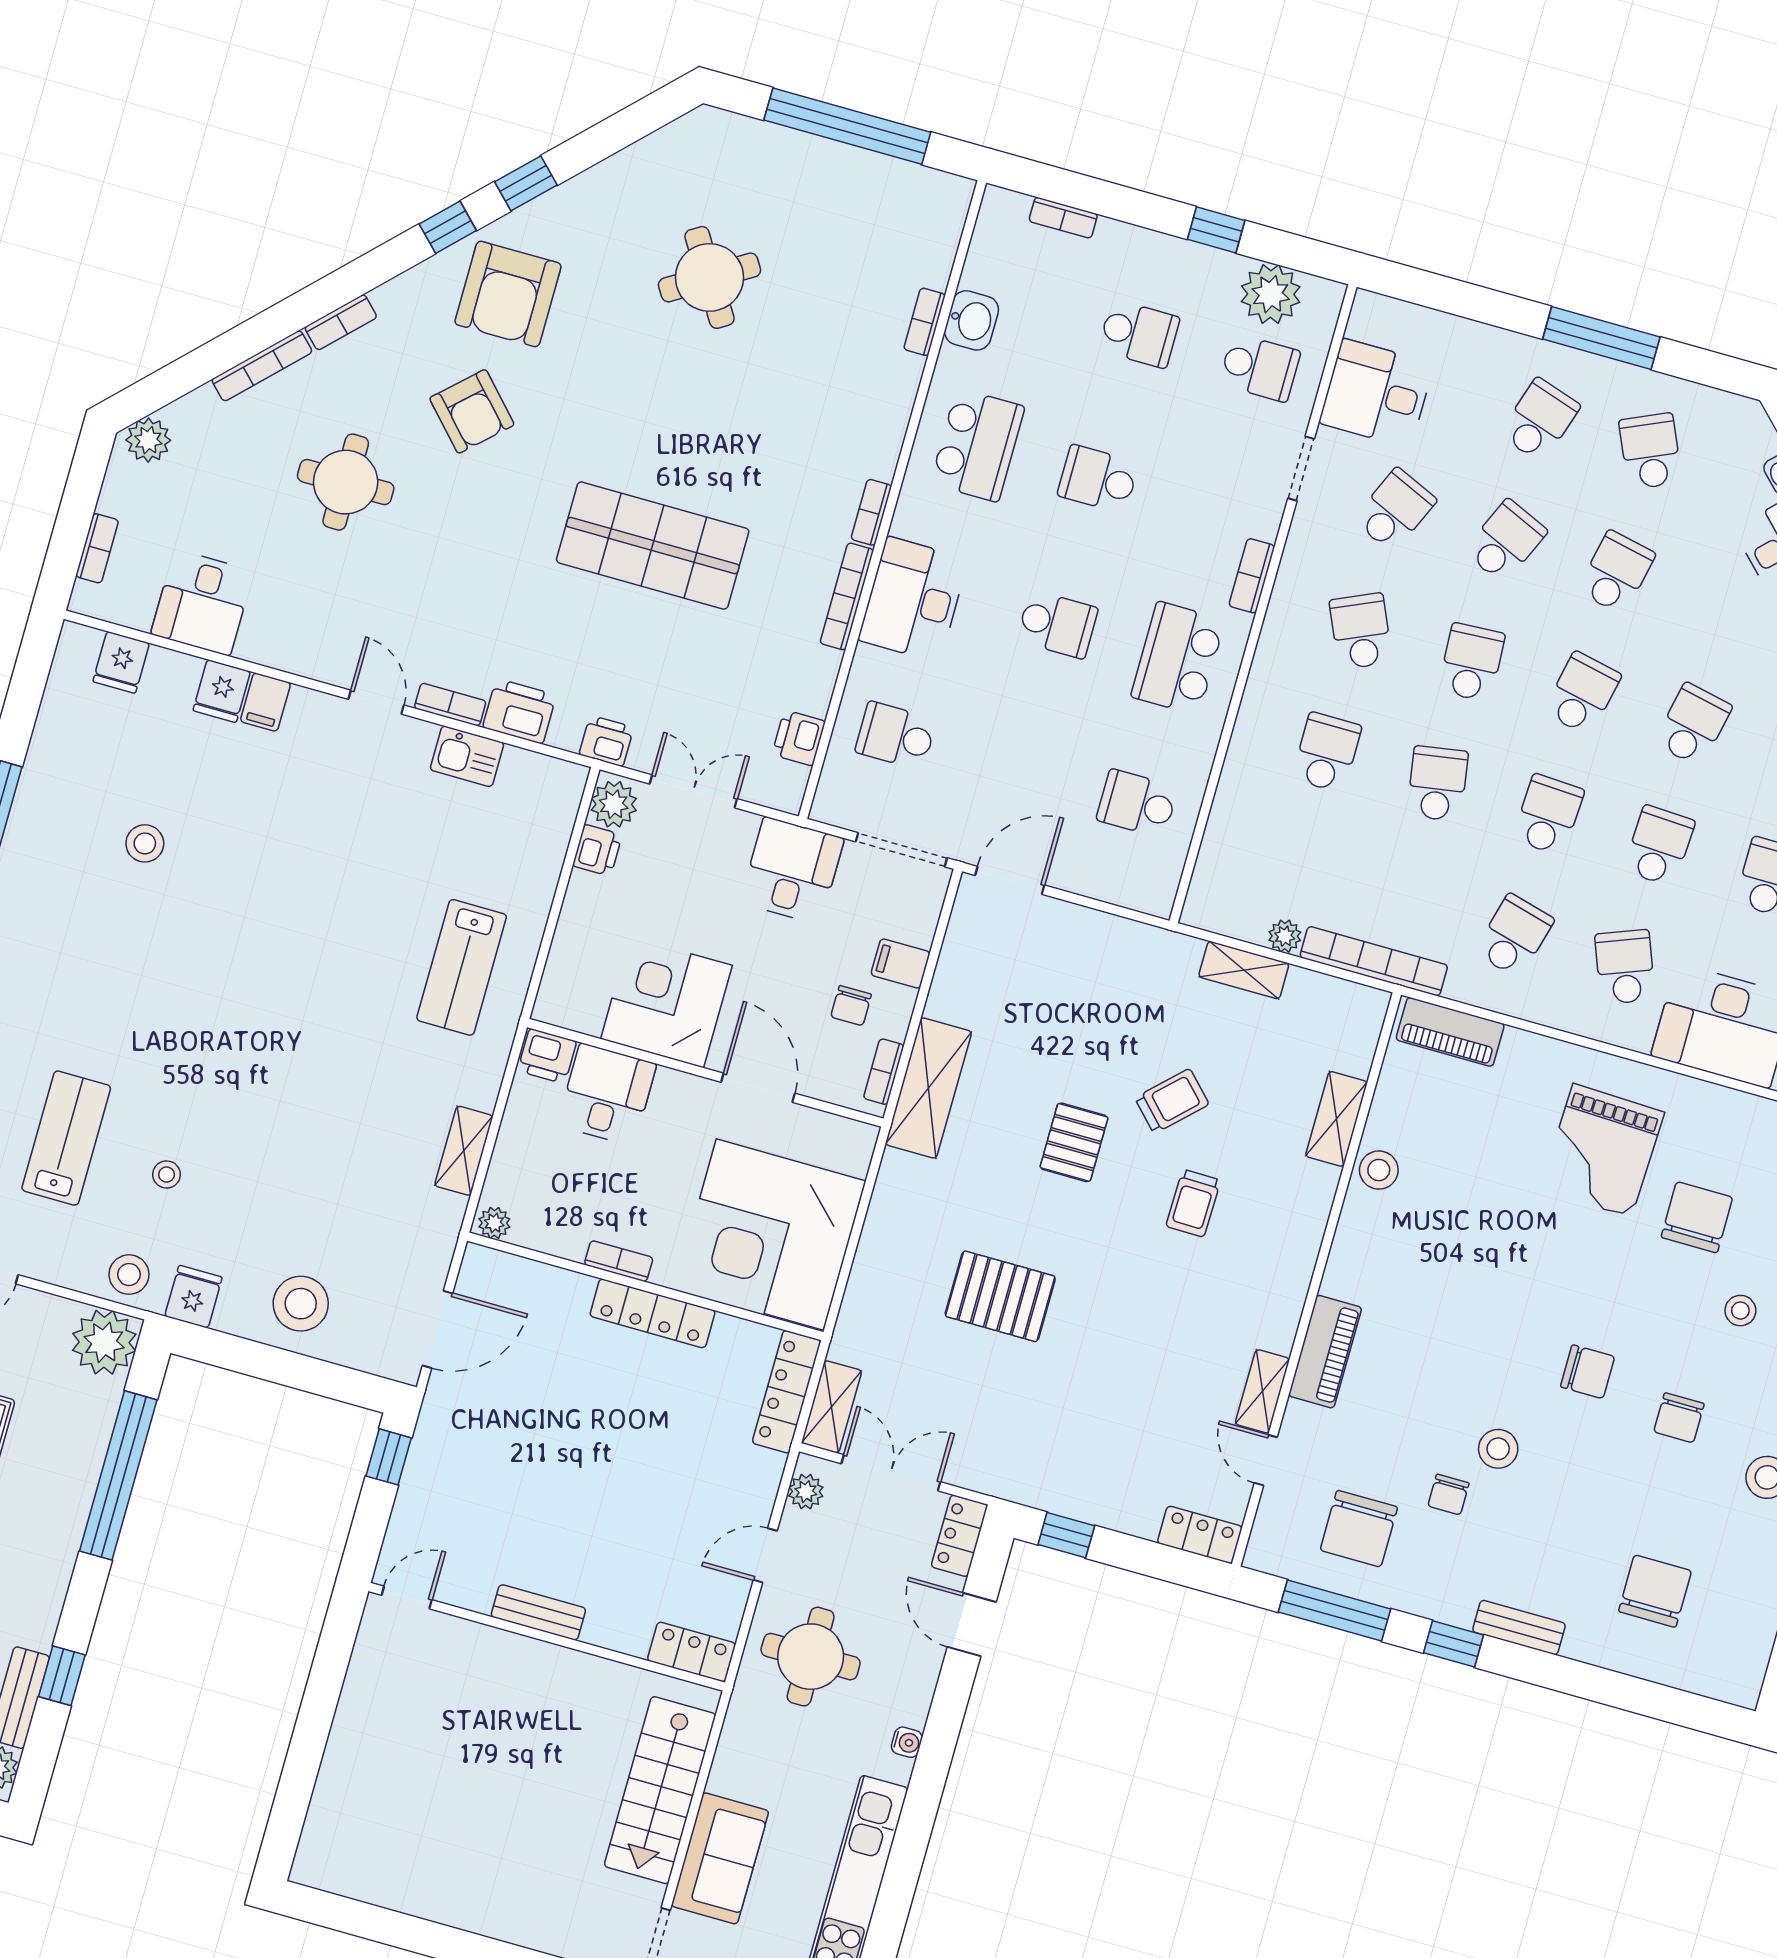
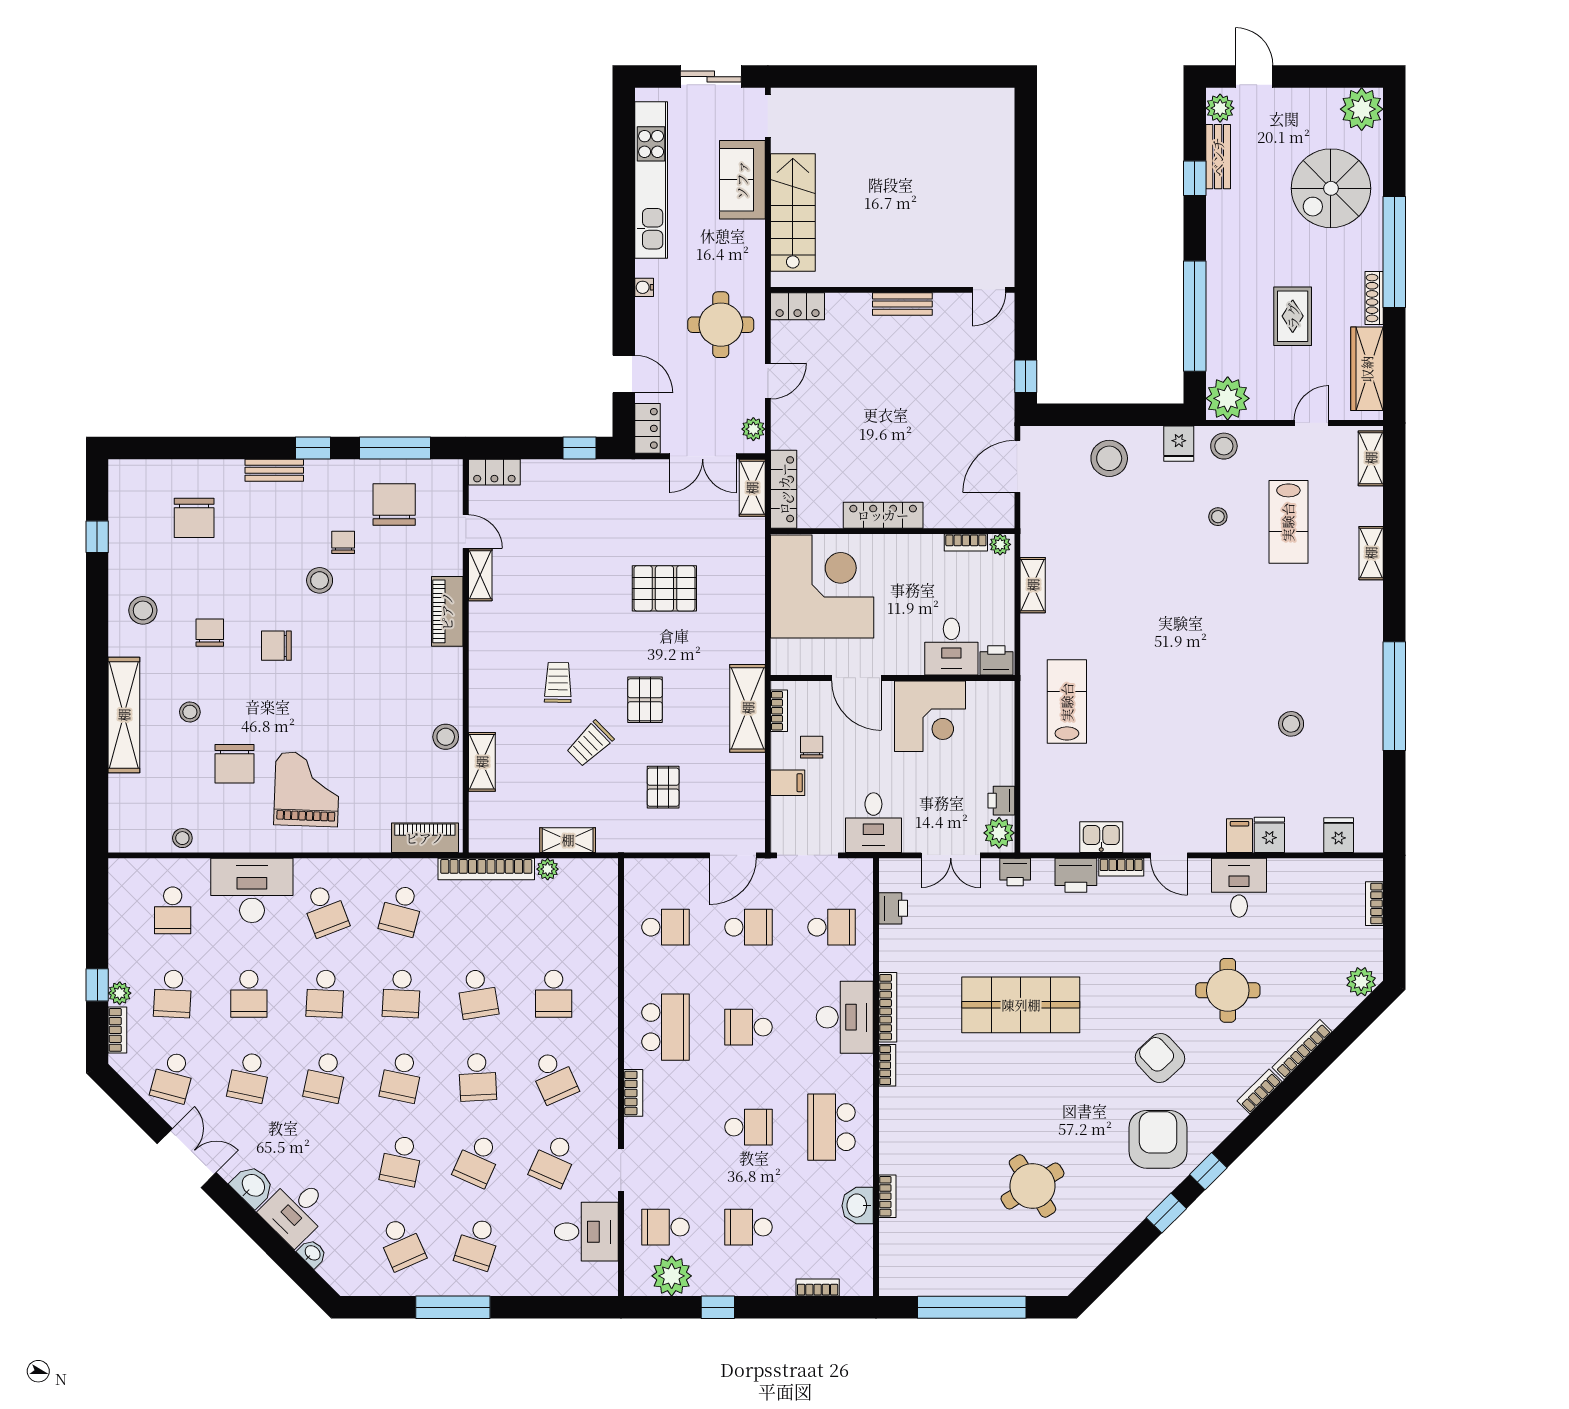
desk: (202, 603) -> (1239, 888), moved
school desk: (1016, 770) -> (748, 927), added
pallet: (1083, 1008) -> (663, 787), added
bookcase: (619, 1261) -> (966, 542), moved

